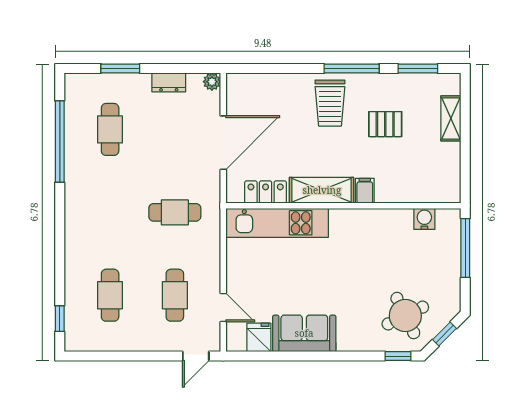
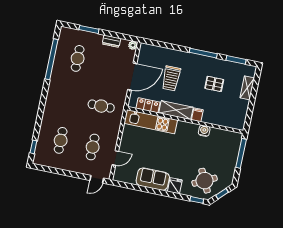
trolley: (330, 103) -> (171, 78), moved
water cooler: (424, 219) -> (204, 131), moved
door: (223, 308) -> (115, 158), hinge flipped
fridge: (259, 337) -> (175, 186), moved

